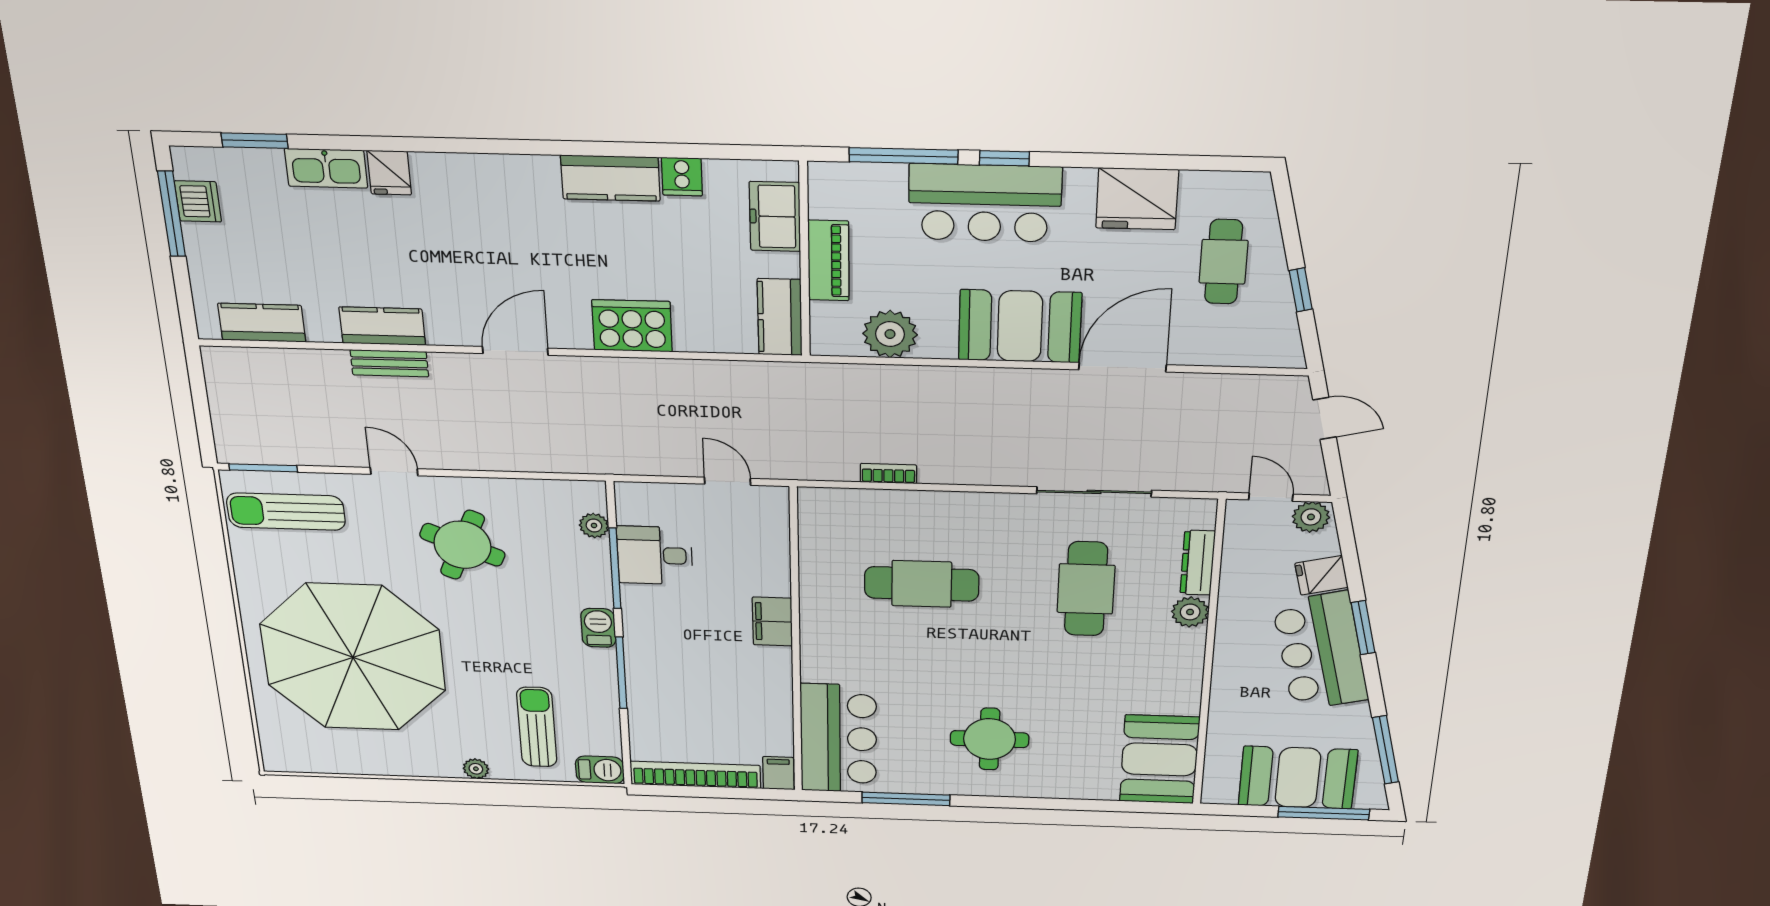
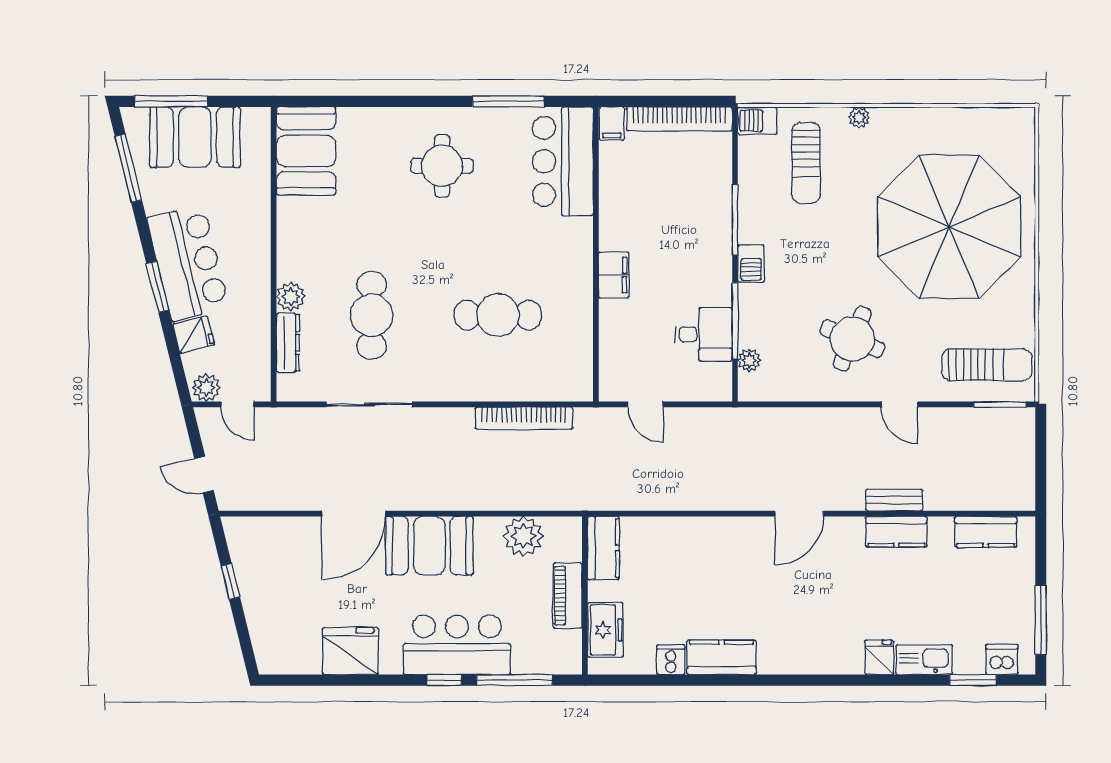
dishwasher: (198, 201) -> (1002, 659), moved, turned 90
cafe table: (1224, 262) -> (287, 603), removed
cooker: (632, 326) -> (712, 537), removed
bookcase: (888, 474) -> (524, 418), width x2.31, depth x1.31

